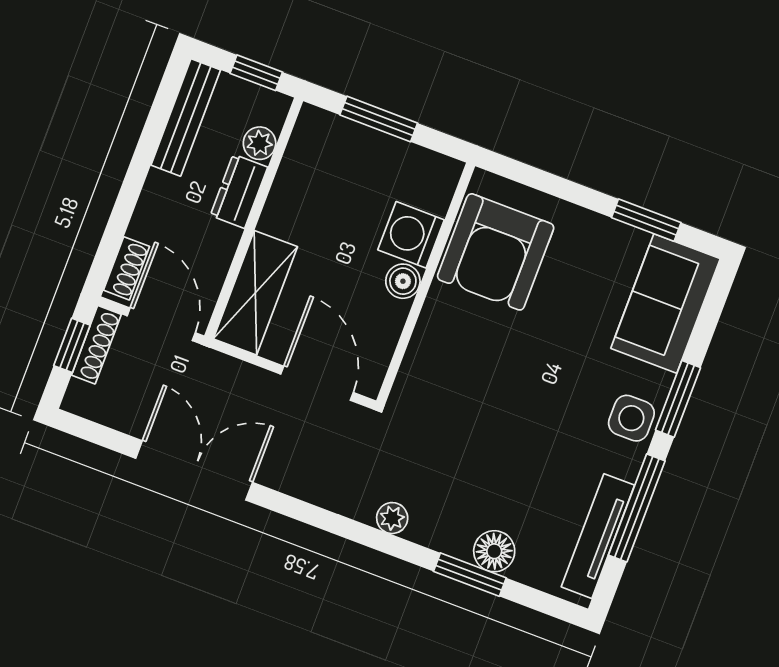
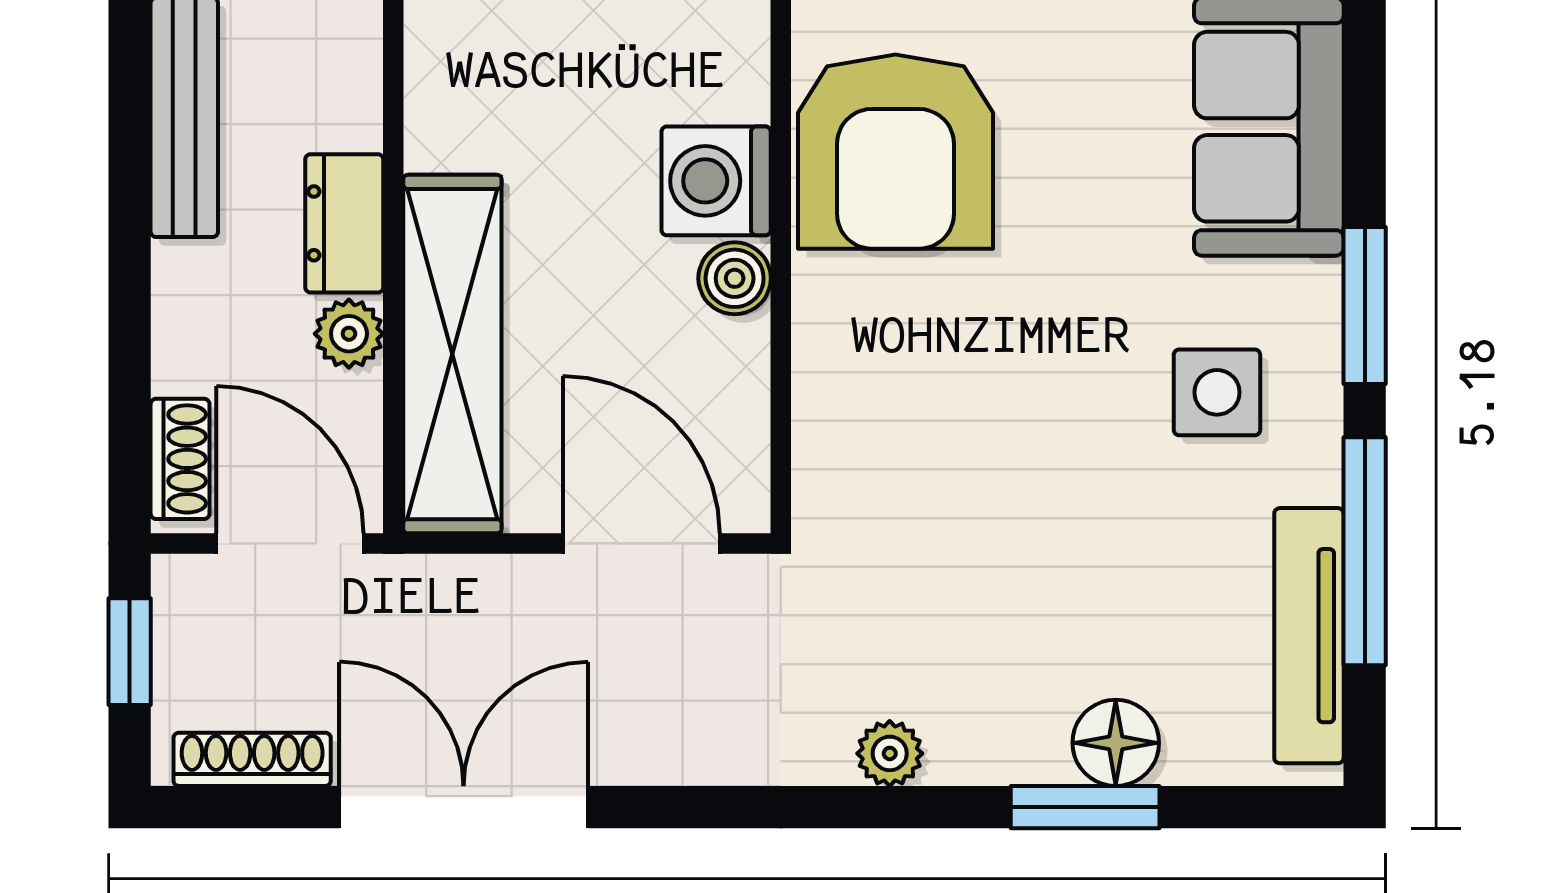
plant: (260, 143) -> (349, 334), moved
shelving: (255, 293) -> (452, 354), width x1.47
shoe rack: (96, 345) -> (252, 759), moved, turned -90
side table: (631, 418) -> (1217, 392), moved

